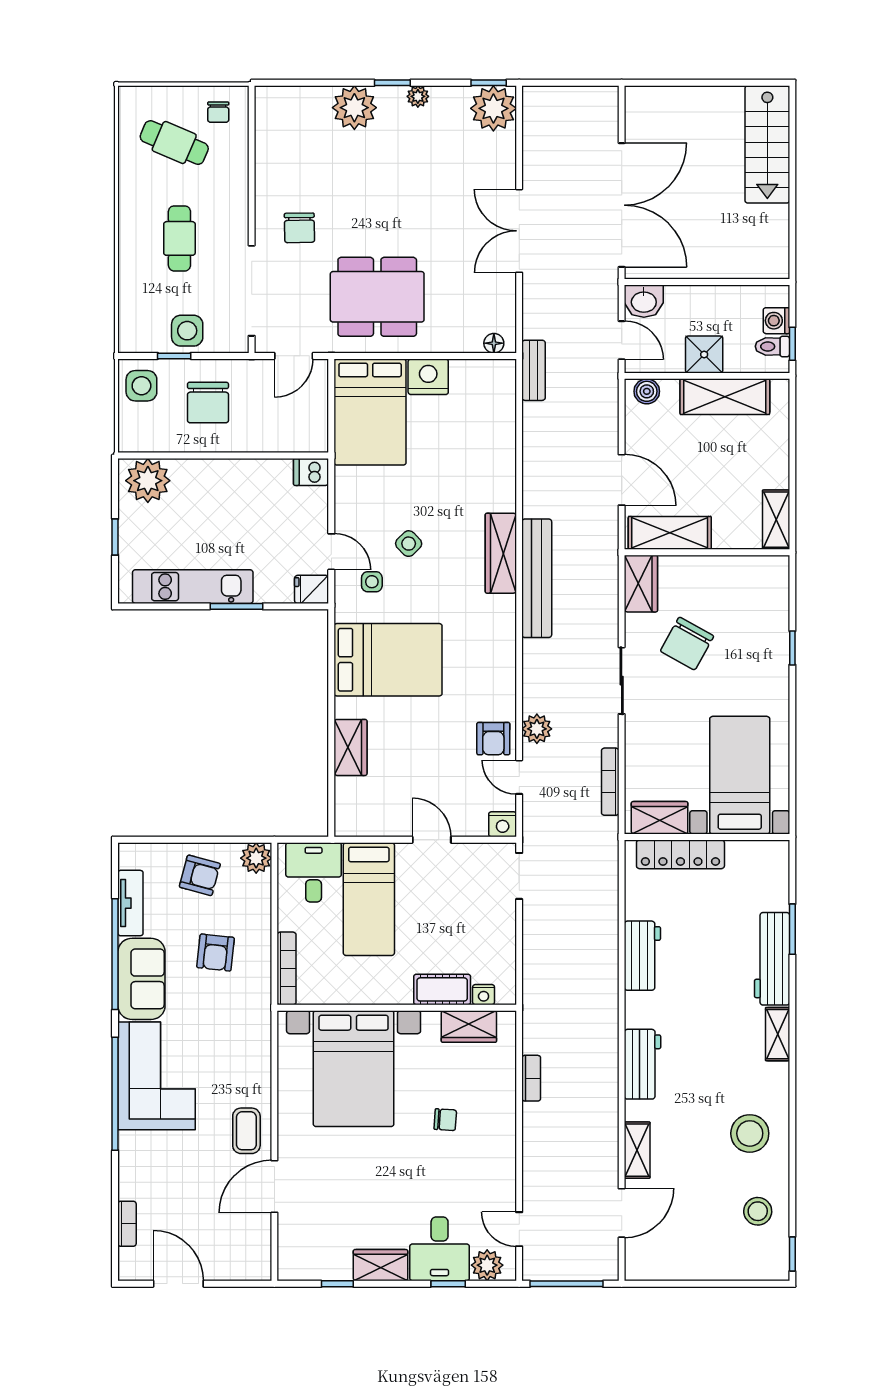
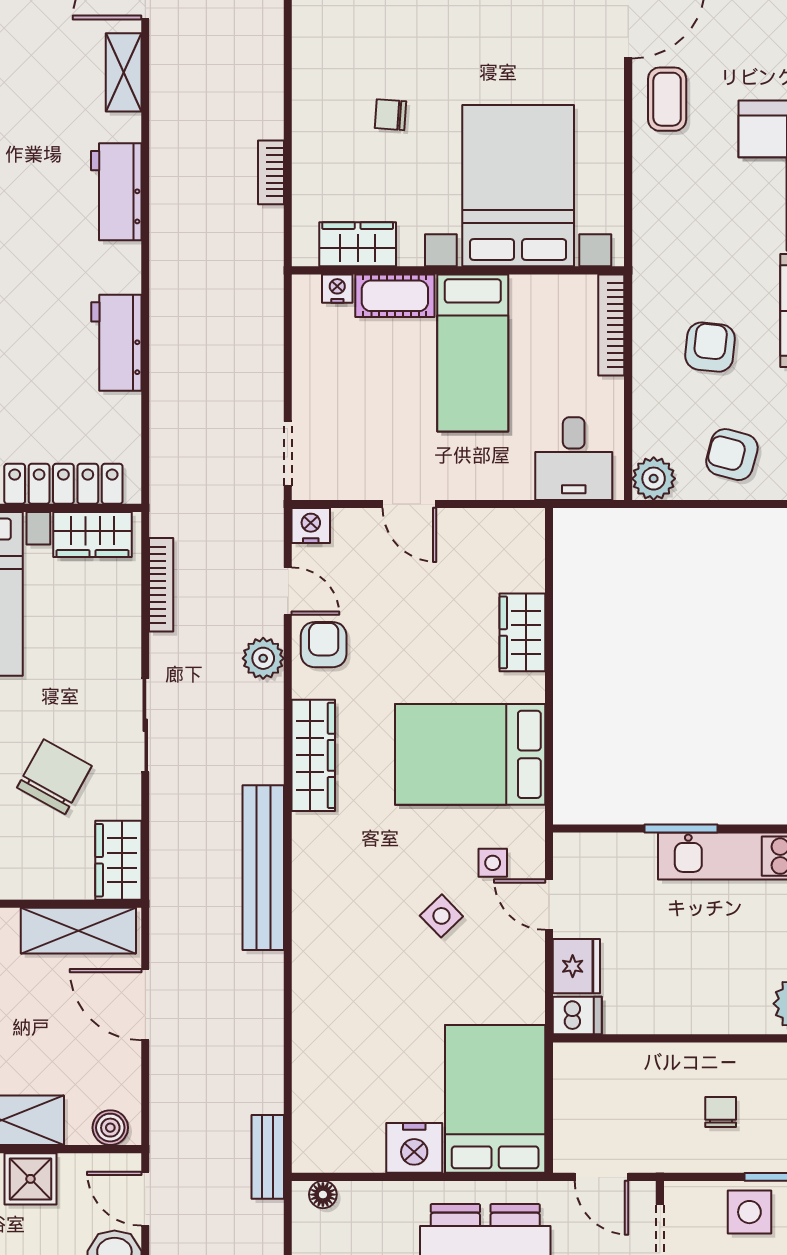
door: (294, 356) -> (601, 1177), swing flipped
chair: (208, 403) -> (721, 1112), width x0.54, depth x0.54
wardrobe: (501, 553) -> (313, 755), moved
fridge: (312, 589) -> (576, 966), moved, width x1.38
bed: (369, 899) -> (473, 353), moved, turned 180

